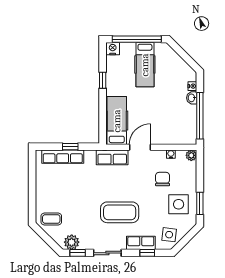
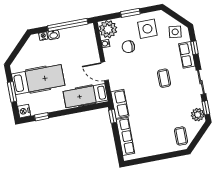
window: (137, 39) -> (12, 92), width x0.47
hospital bed: (145, 65) -> (38, 80), width x1.37, depth x1.29
window: (103, 80) -> (42, 117), moved
window: (70, 147) -> (113, 116), moved
plant: (191, 155) -> (108, 29), width x1.88, depth x1.88
row of seats: (112, 157) -> (120, 104), moved
window: (200, 203) -> (130, 13), moved
coffee table: (120, 212) -> (164, 78), width x0.54, depth x0.58

